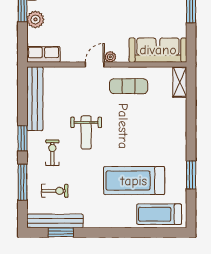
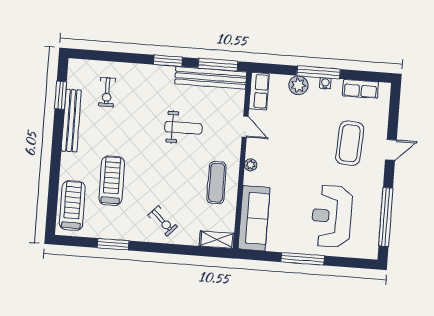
door: (95, 65) -> (245, 127), moved
weight bench: (86, 132) -> (183, 128), moved, turned 180
exercise bike: (52, 153) -> (163, 221), moved, turned 43
treadmill: (134, 181) -> (112, 181), width x0.73, depth x0.73
window: (22, 182) -> (218, 65), moved
bench: (55, 221) -> (71, 121), moved

